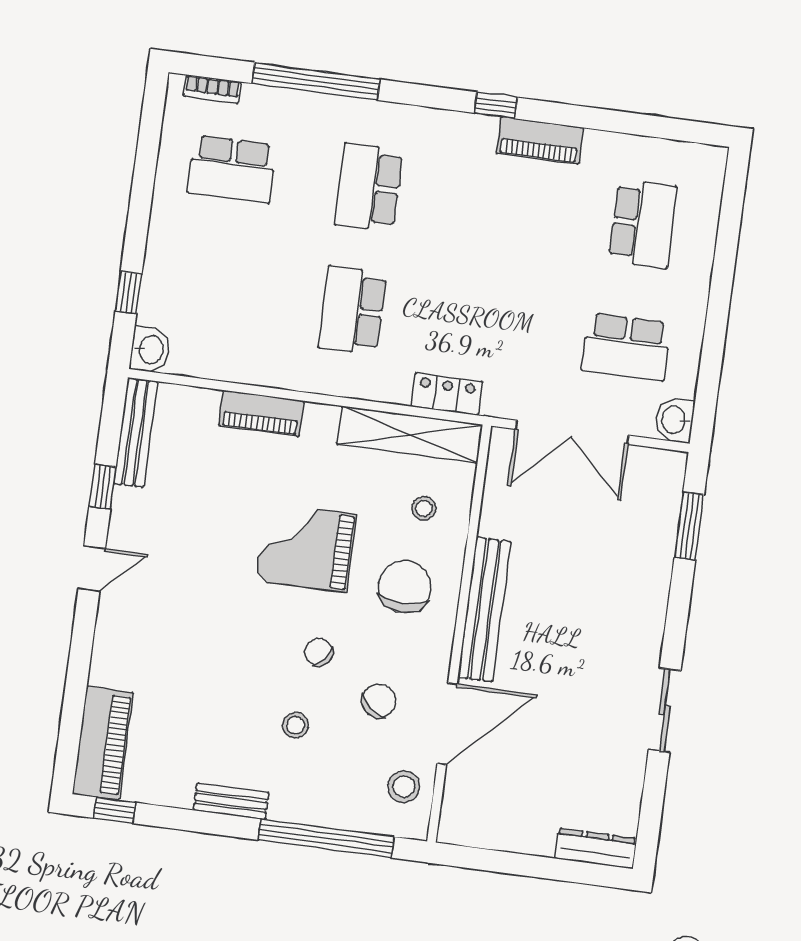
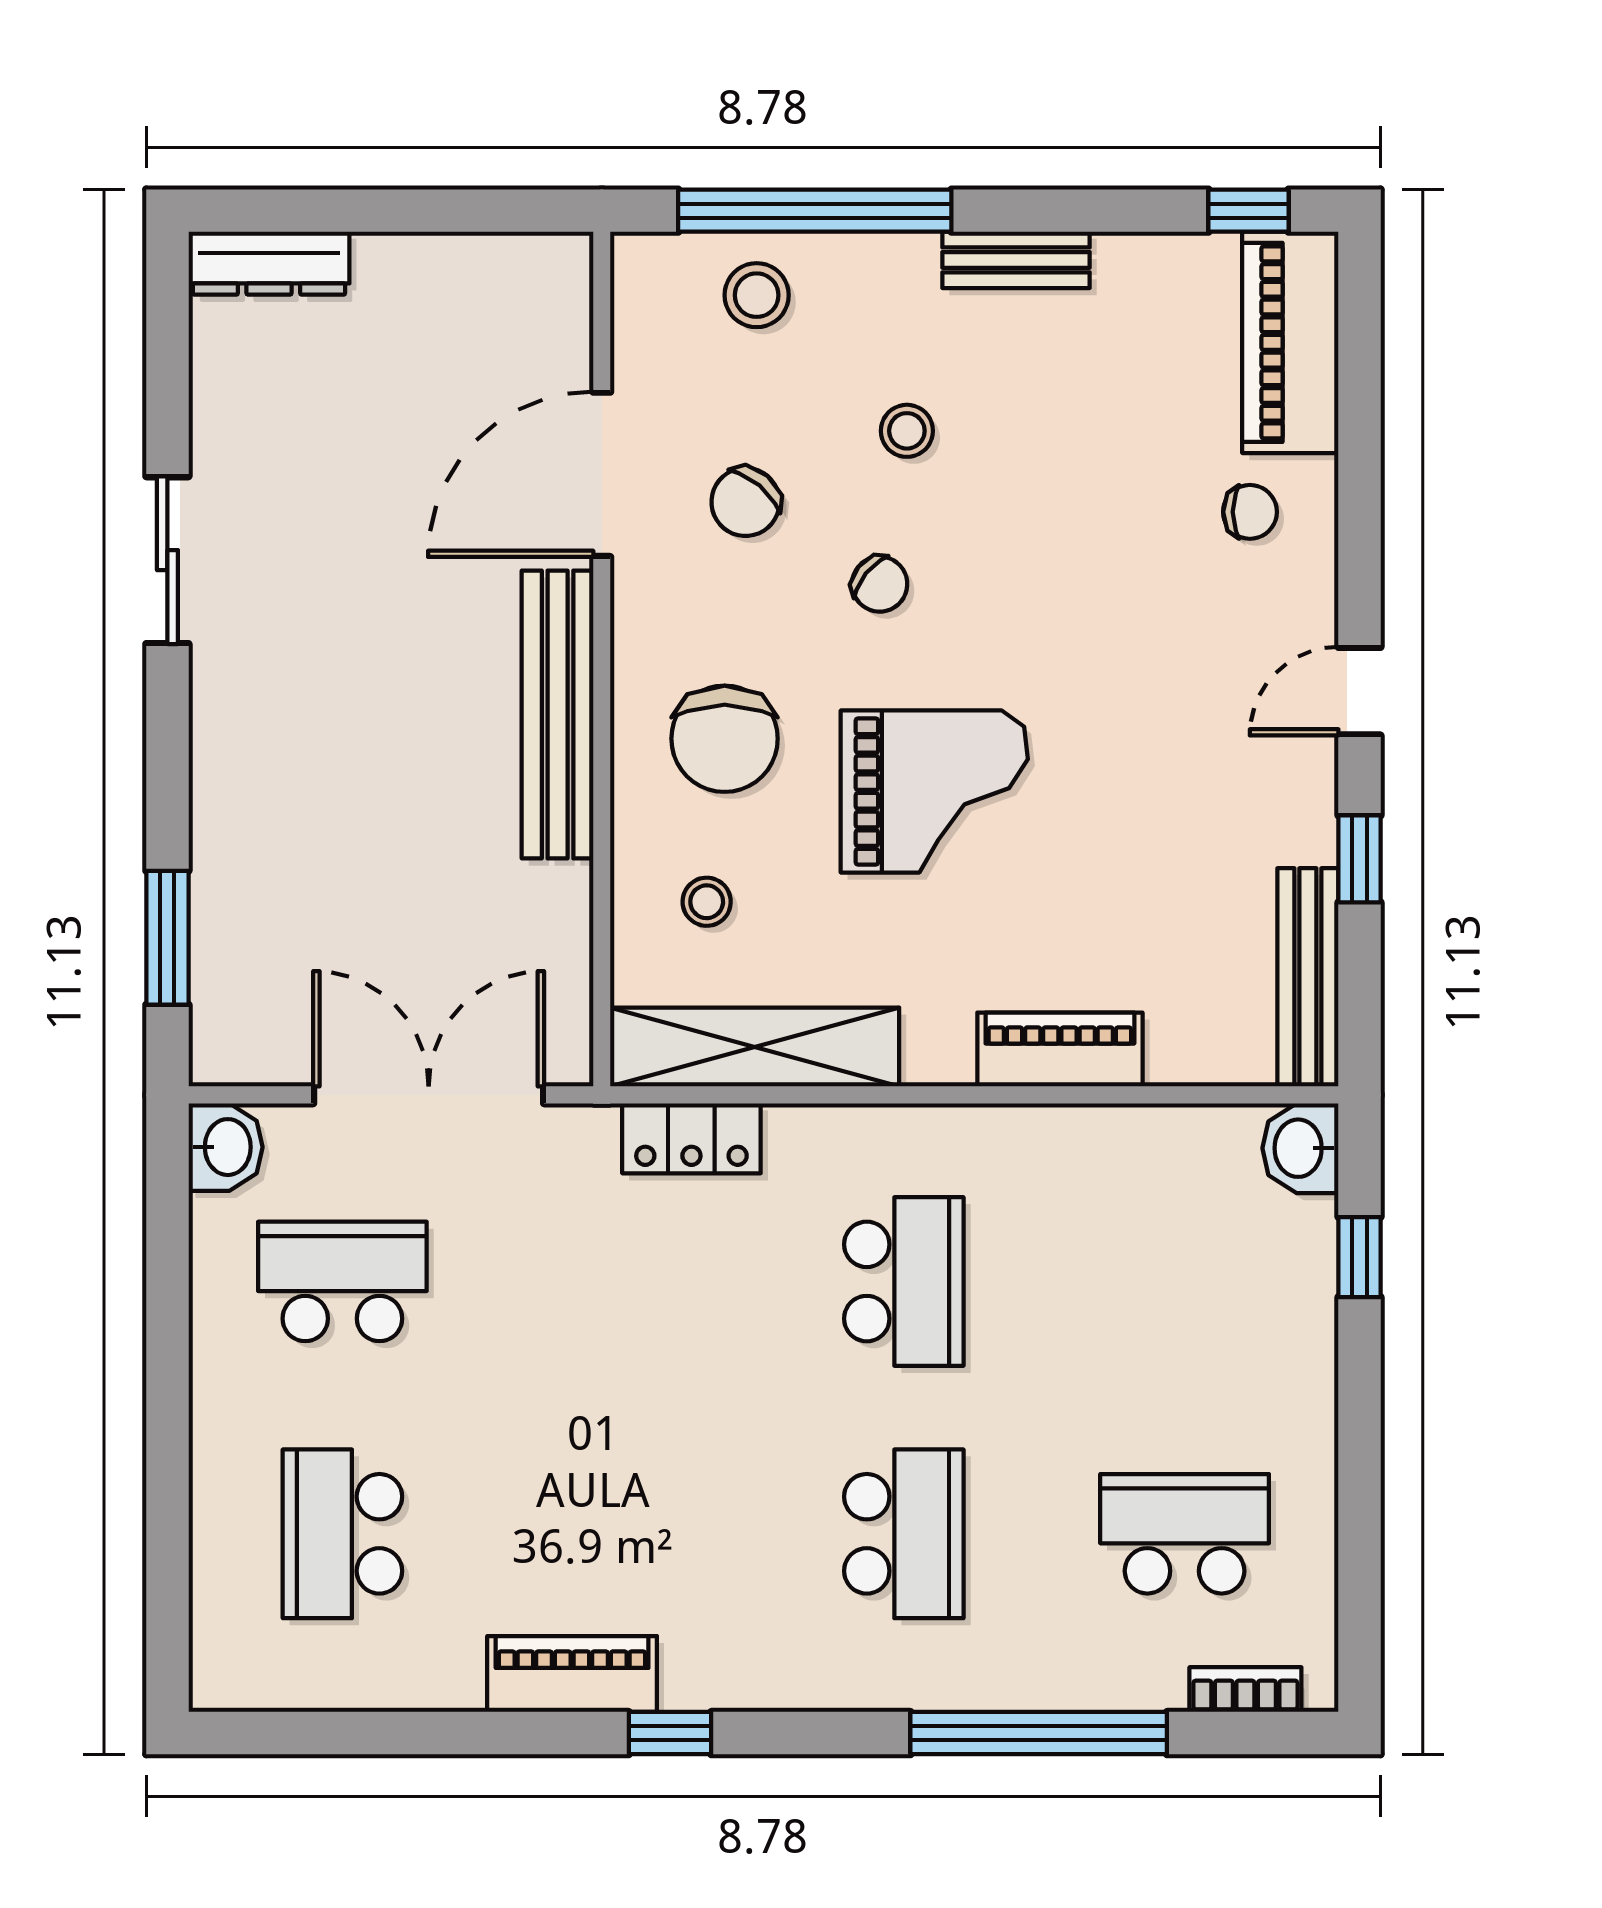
chair: (133, 663) -> (1250, 512), added
stool: (404, 787) -> (757, 295), moved

